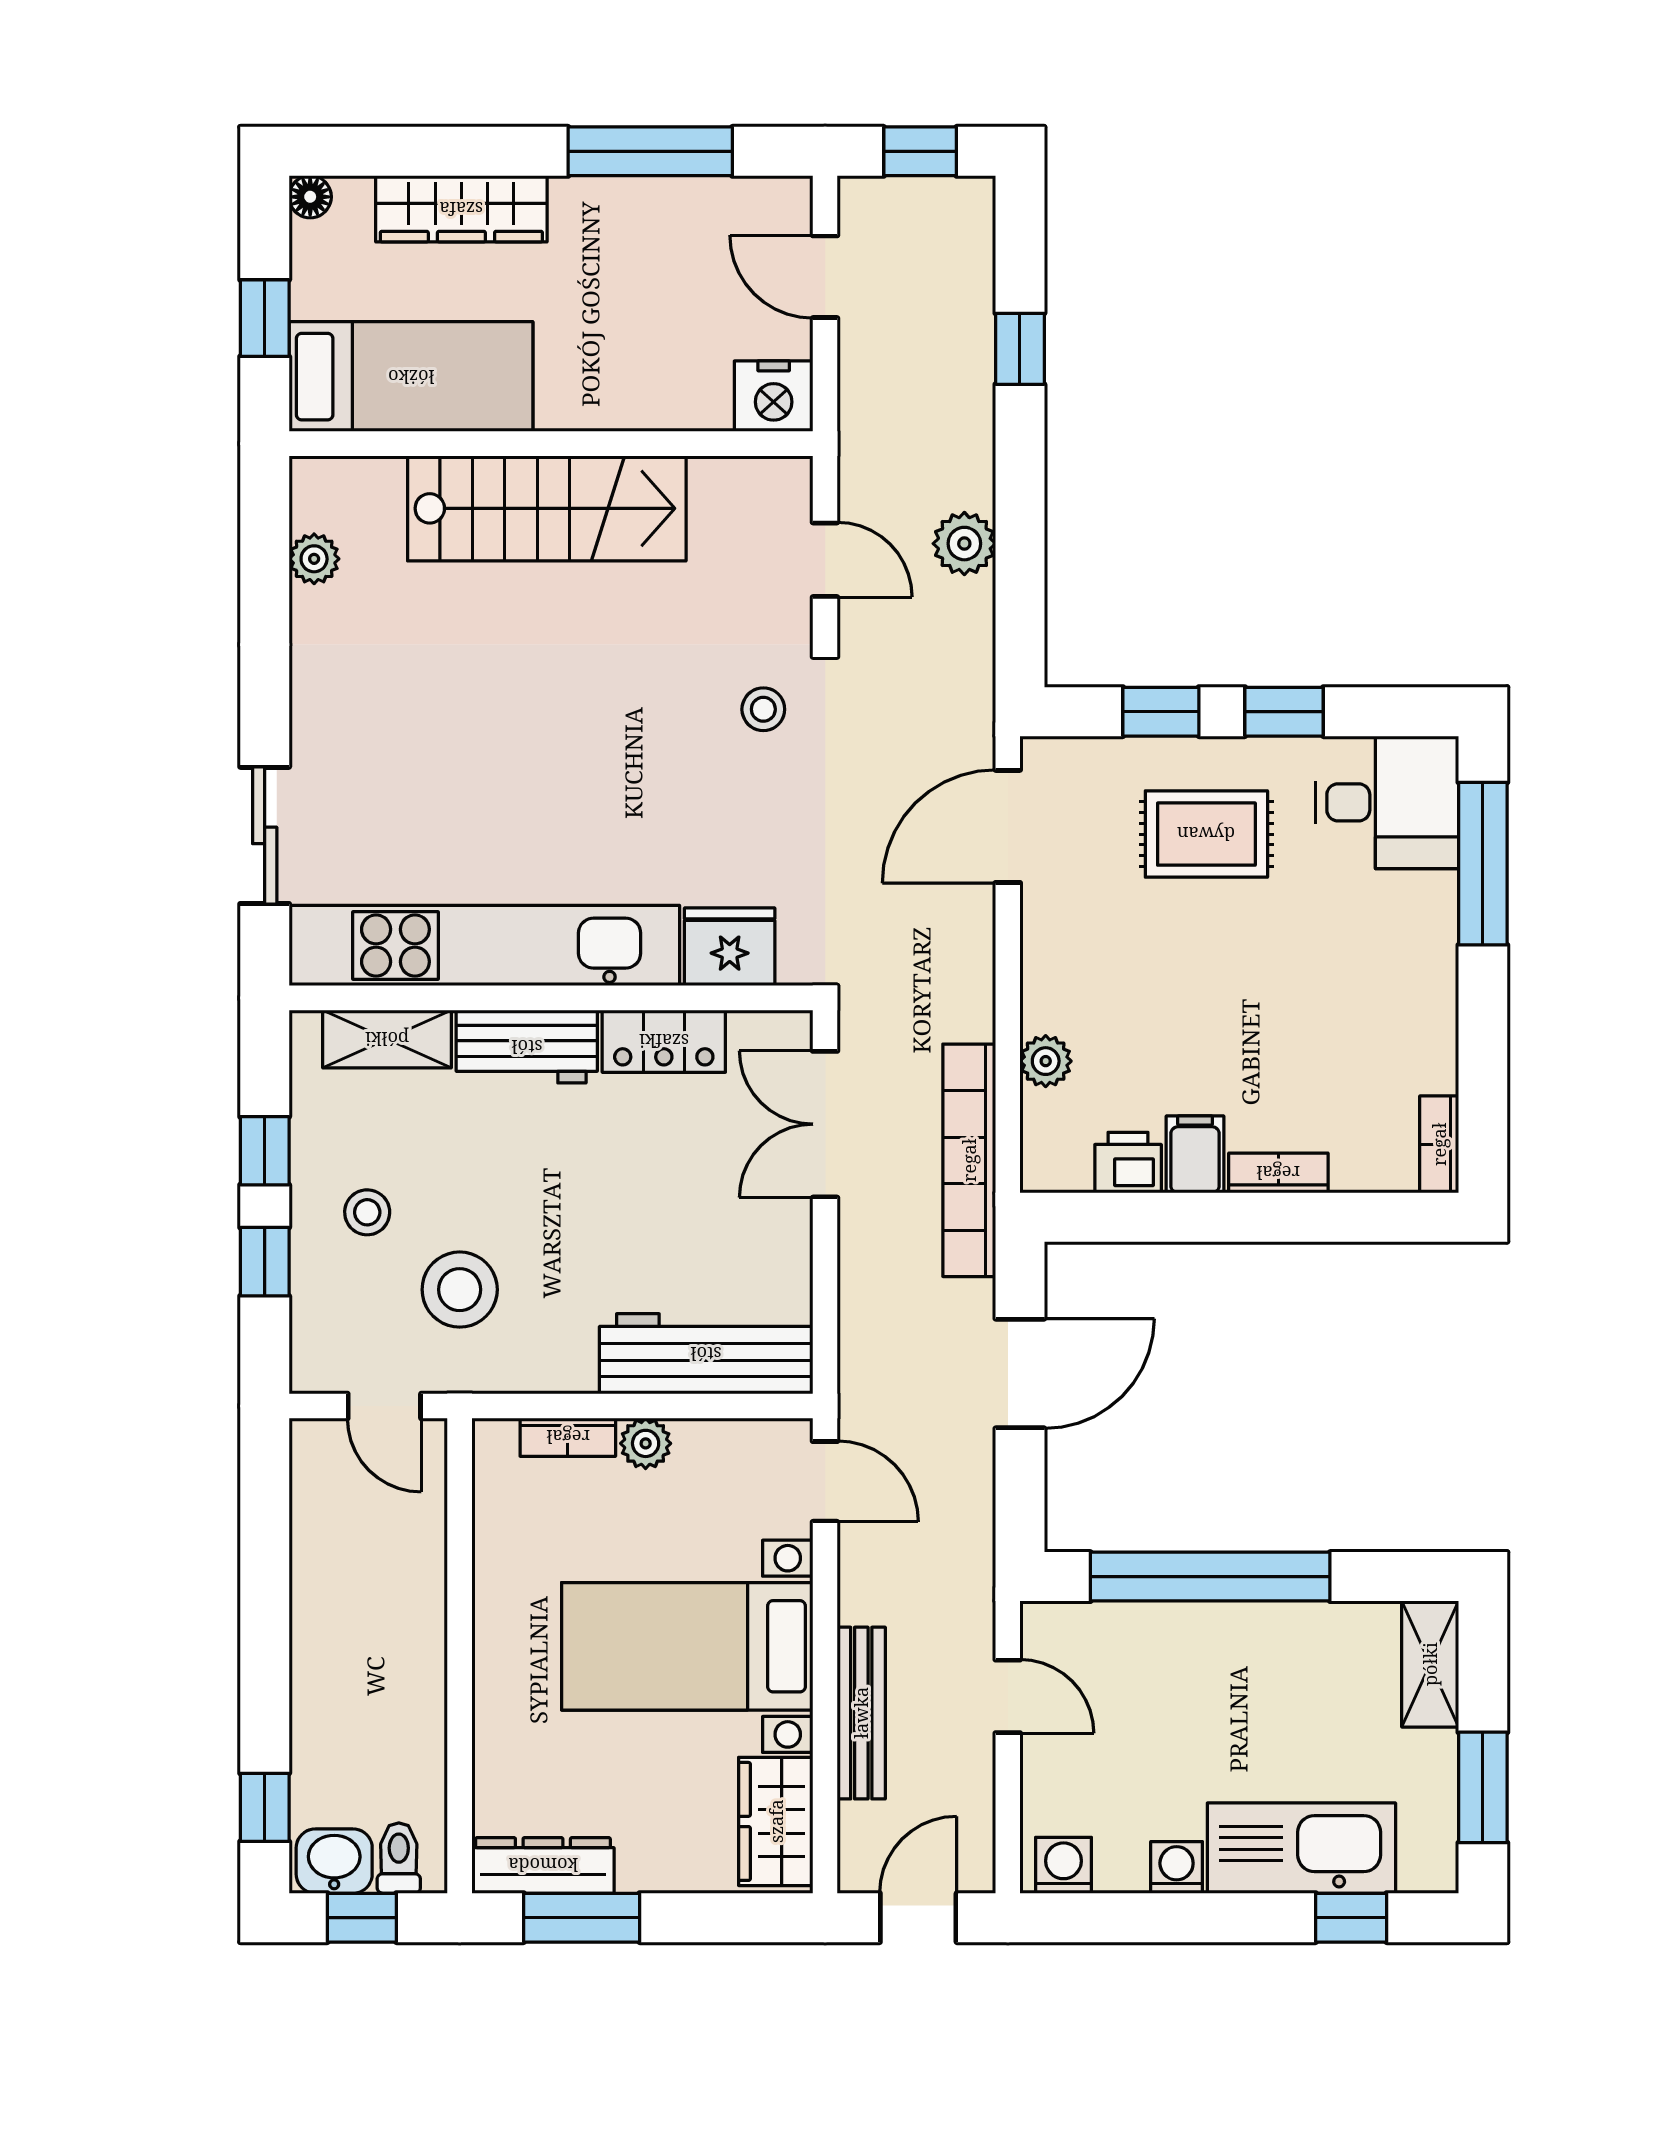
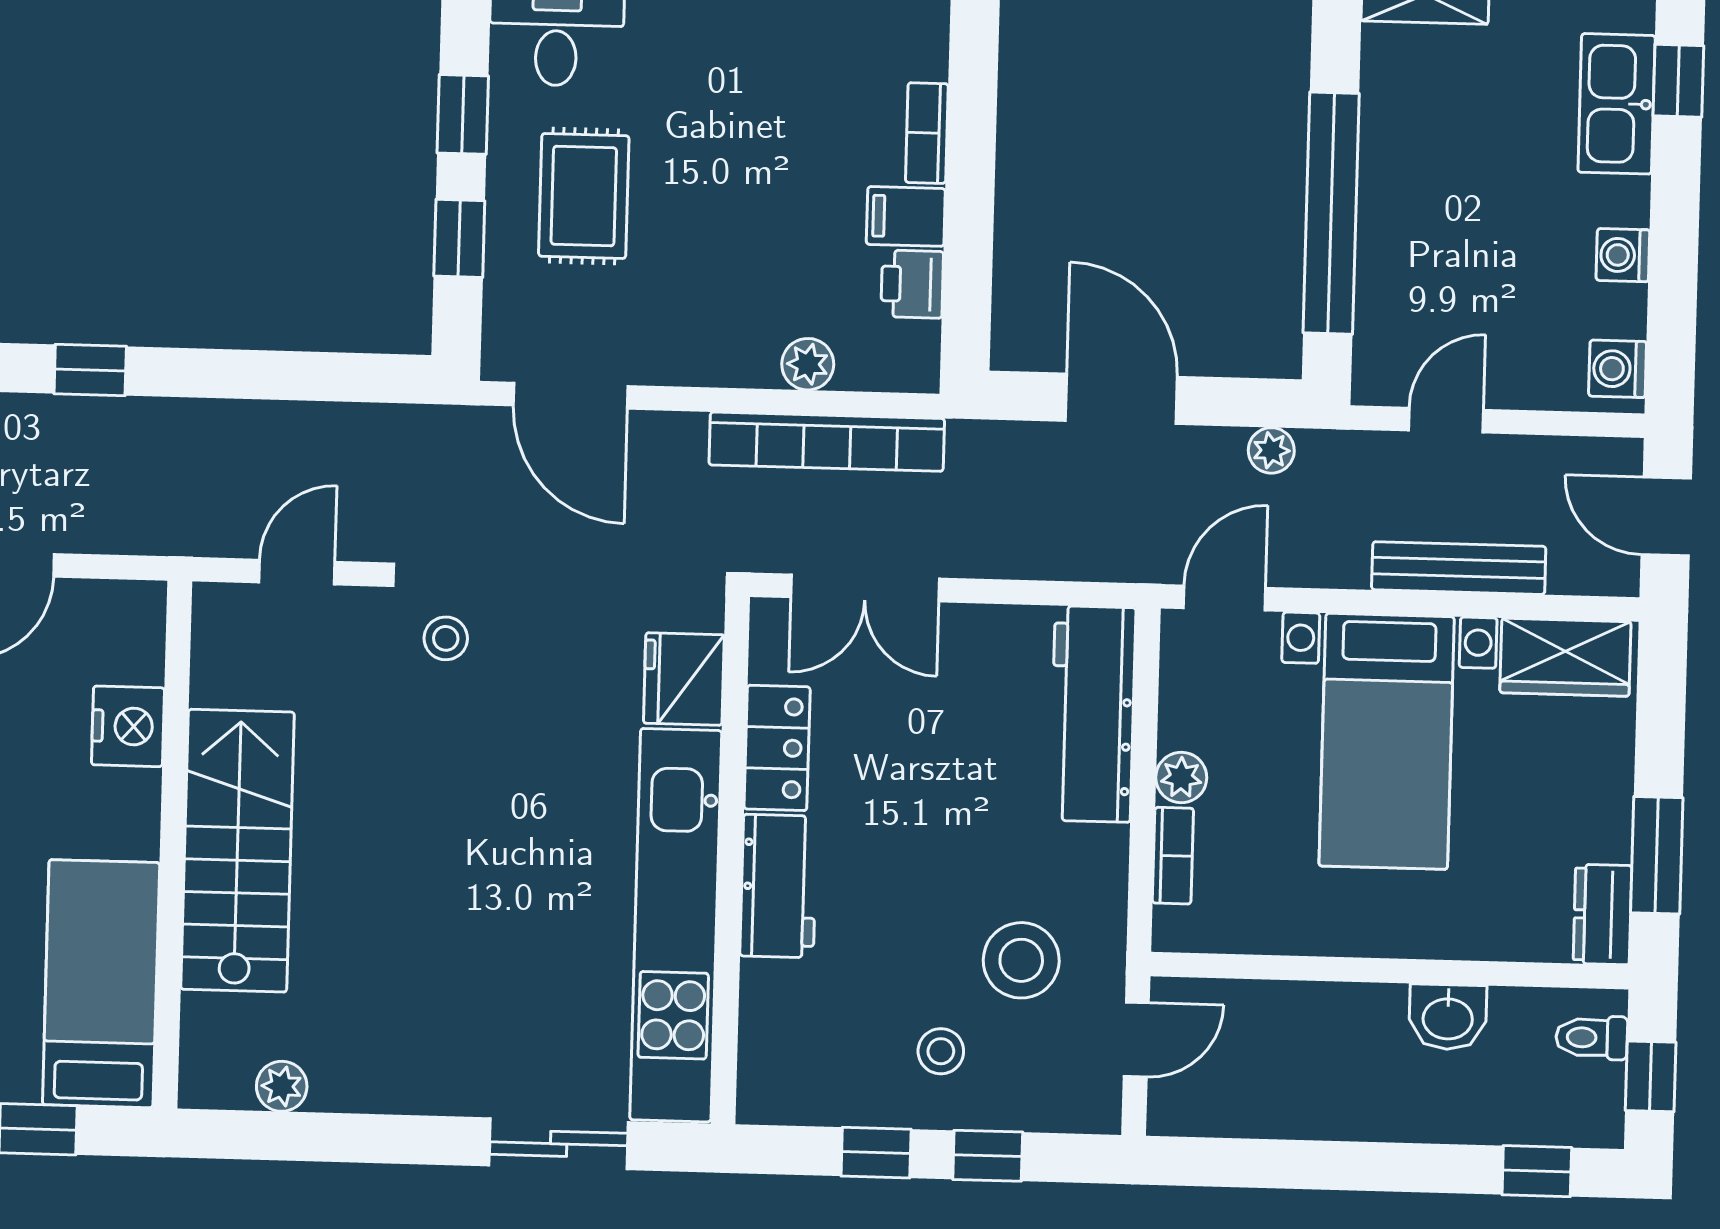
nightstand: (774, 396) -> (128, 726), moved
plant: (964, 544) -> (1271, 450), moved, width x0.73, depth x0.73
shelving: (387, 1039) -> (767, 1026), removed
bookcase: (969, 1160) -> (827, 442), moved
kitchen sink: (1301, 1848) -> (1617, 104), width x0.73, depth x0.81
washbasin: (334, 1861) -> (1448, 1017), moved, turned -90
dresser: (543, 1865) -> (1603, 915), width x0.70

